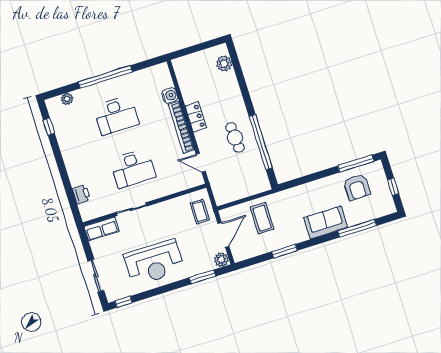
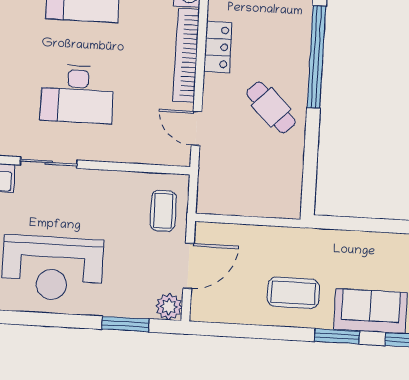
cafe table: (235, 137) -> (271, 107), turned -41
window: (261, 142) -> (316, 57), moved
coffee table: (262, 218) -> (293, 293), moved, turned 90
window: (285, 251) -> (337, 336), moved

